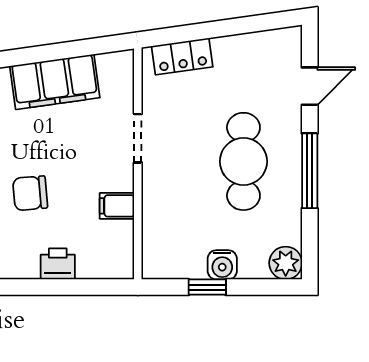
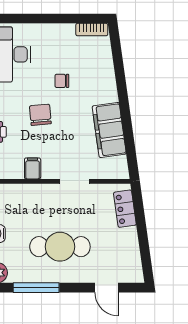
window: (310, 171) -> (36, 288), moved

